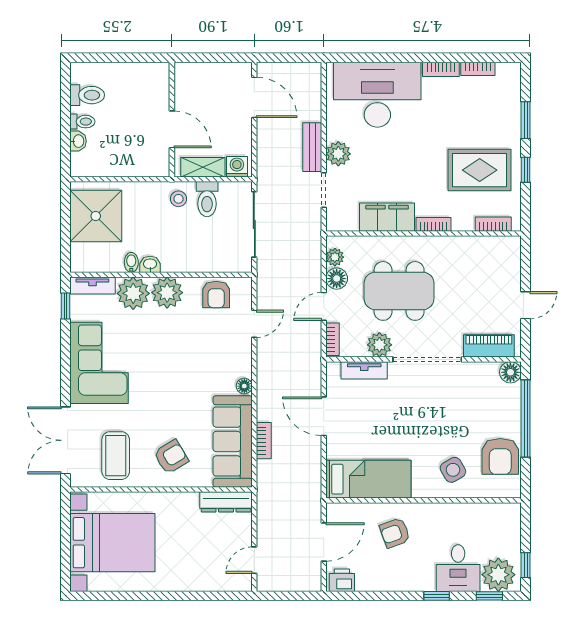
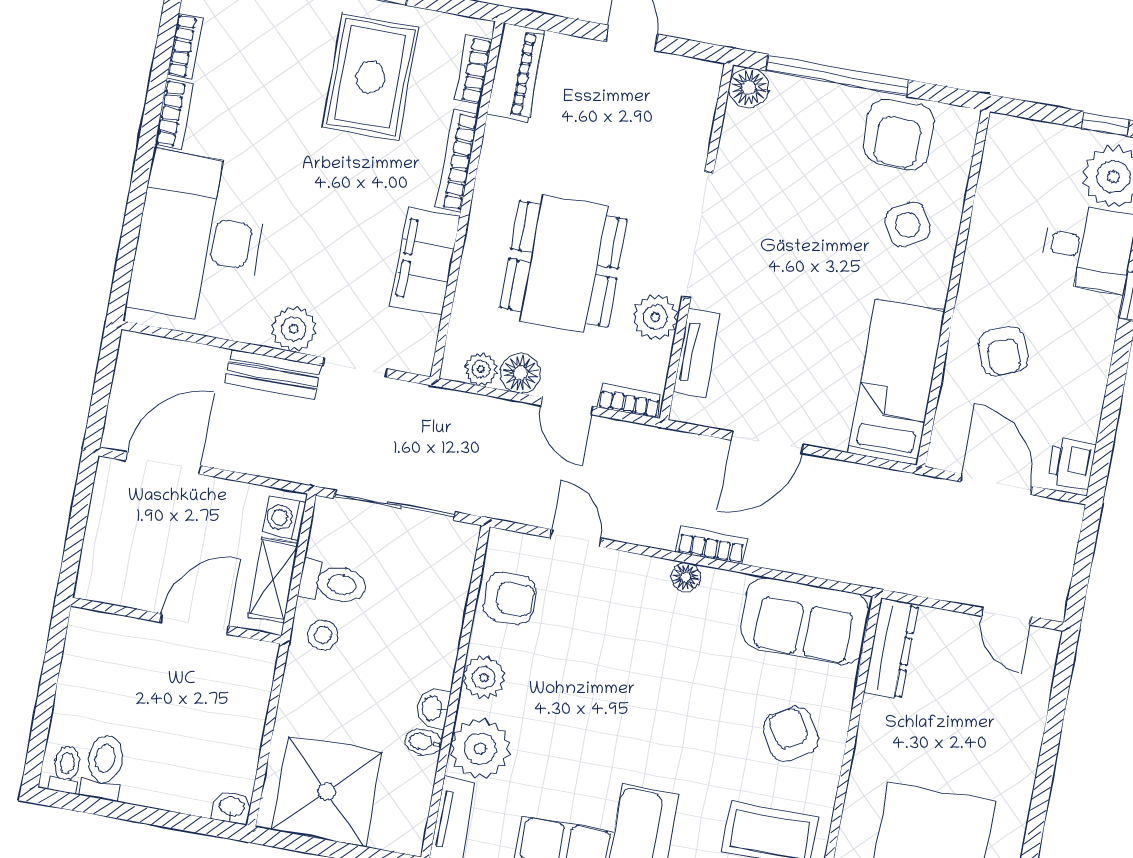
toilet: (82, 122) -> (66, 769), moved
washbasin: (78, 141) -> (232, 807), moved
bookcase: (433, 224) -> (457, 161), width x1.56
plant: (167, 293) -> (484, 678), width x0.73, depth x0.73
piano: (489, 346) -> (516, 73), moved, turned 180
bookcase: (264, 441) -> (712, 545), moved
sofa: (233, 442) -> (805, 621), width x0.73
armchair: (500, 456) -> (899, 134), turned 90

